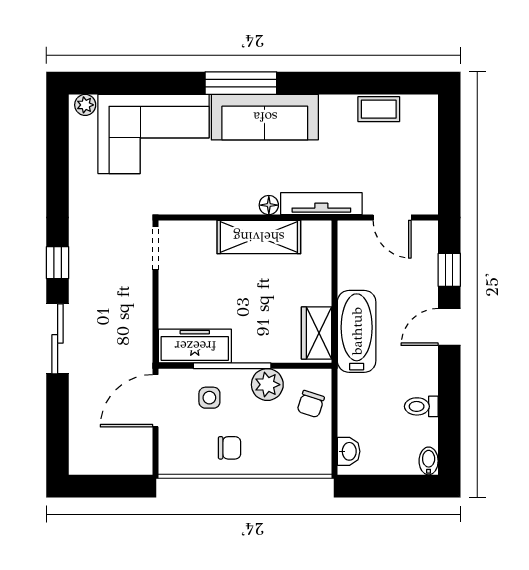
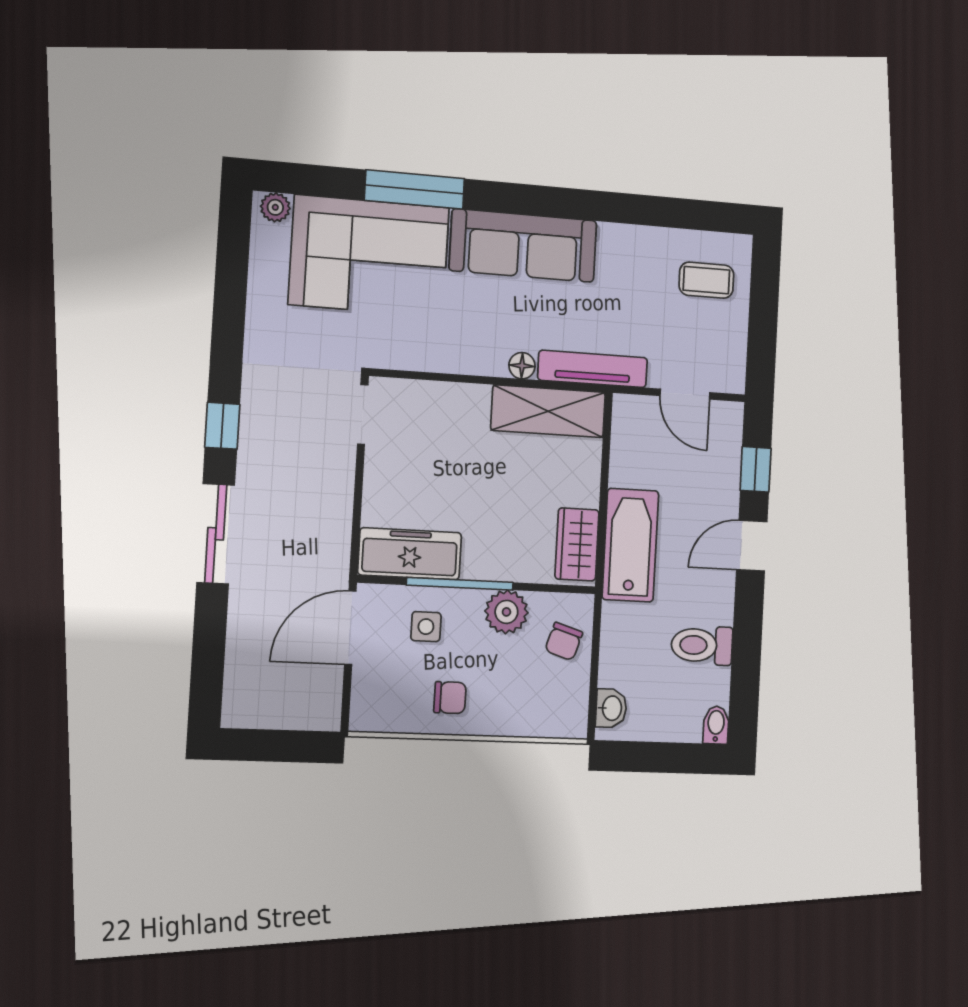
window: (241, 83) -> (415, 189), moved
coffee table: (379, 109) -> (706, 280), moved
shelving: (259, 237) -> (548, 411), moved
toilet: (421, 406) -> (702, 645), width x1.37, depth x1.39

